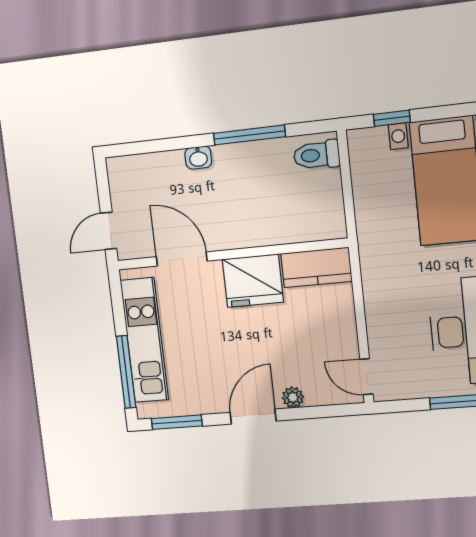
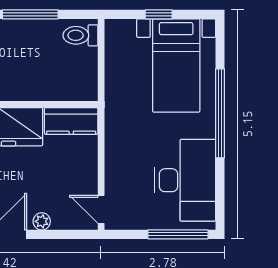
window: (392, 118) -> (159, 14), moved

